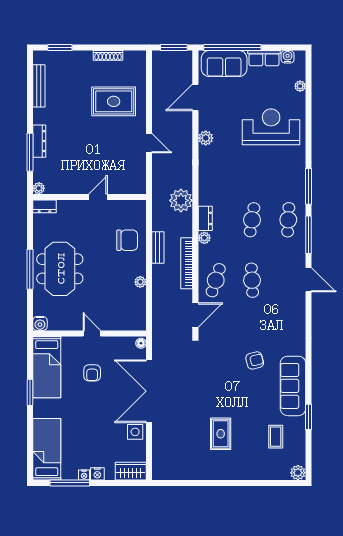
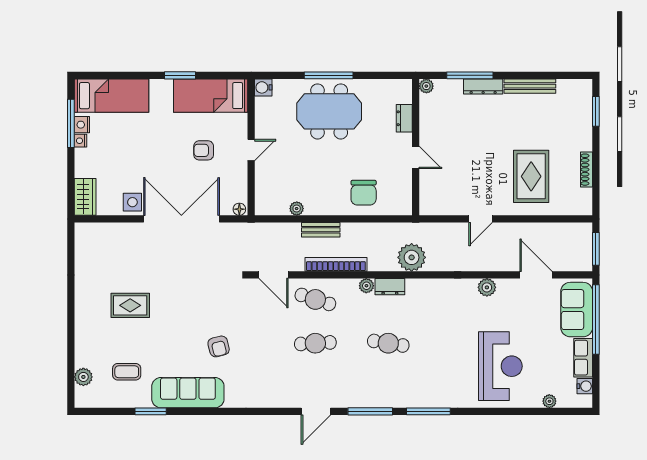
bench: (39, 86) -> (530, 86), moved
dresser: (44, 206) -> (404, 118), moved
cafe table: (288, 220) -> (388, 387), removed
bench: (158, 247) -> (321, 230), moved
plant: (140, 282) -> (297, 209), moved
plant: (298, 473) -> (83, 377), moved
nightstand: (97, 474) -> (82, 125), moved

